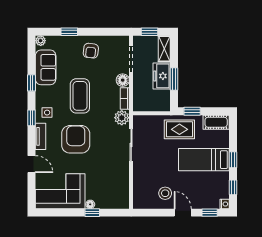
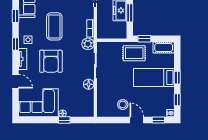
floor lamp: (123, 80) -> (89, 84), moved
armchair: (76, 139) -> (51, 61), turned 180

